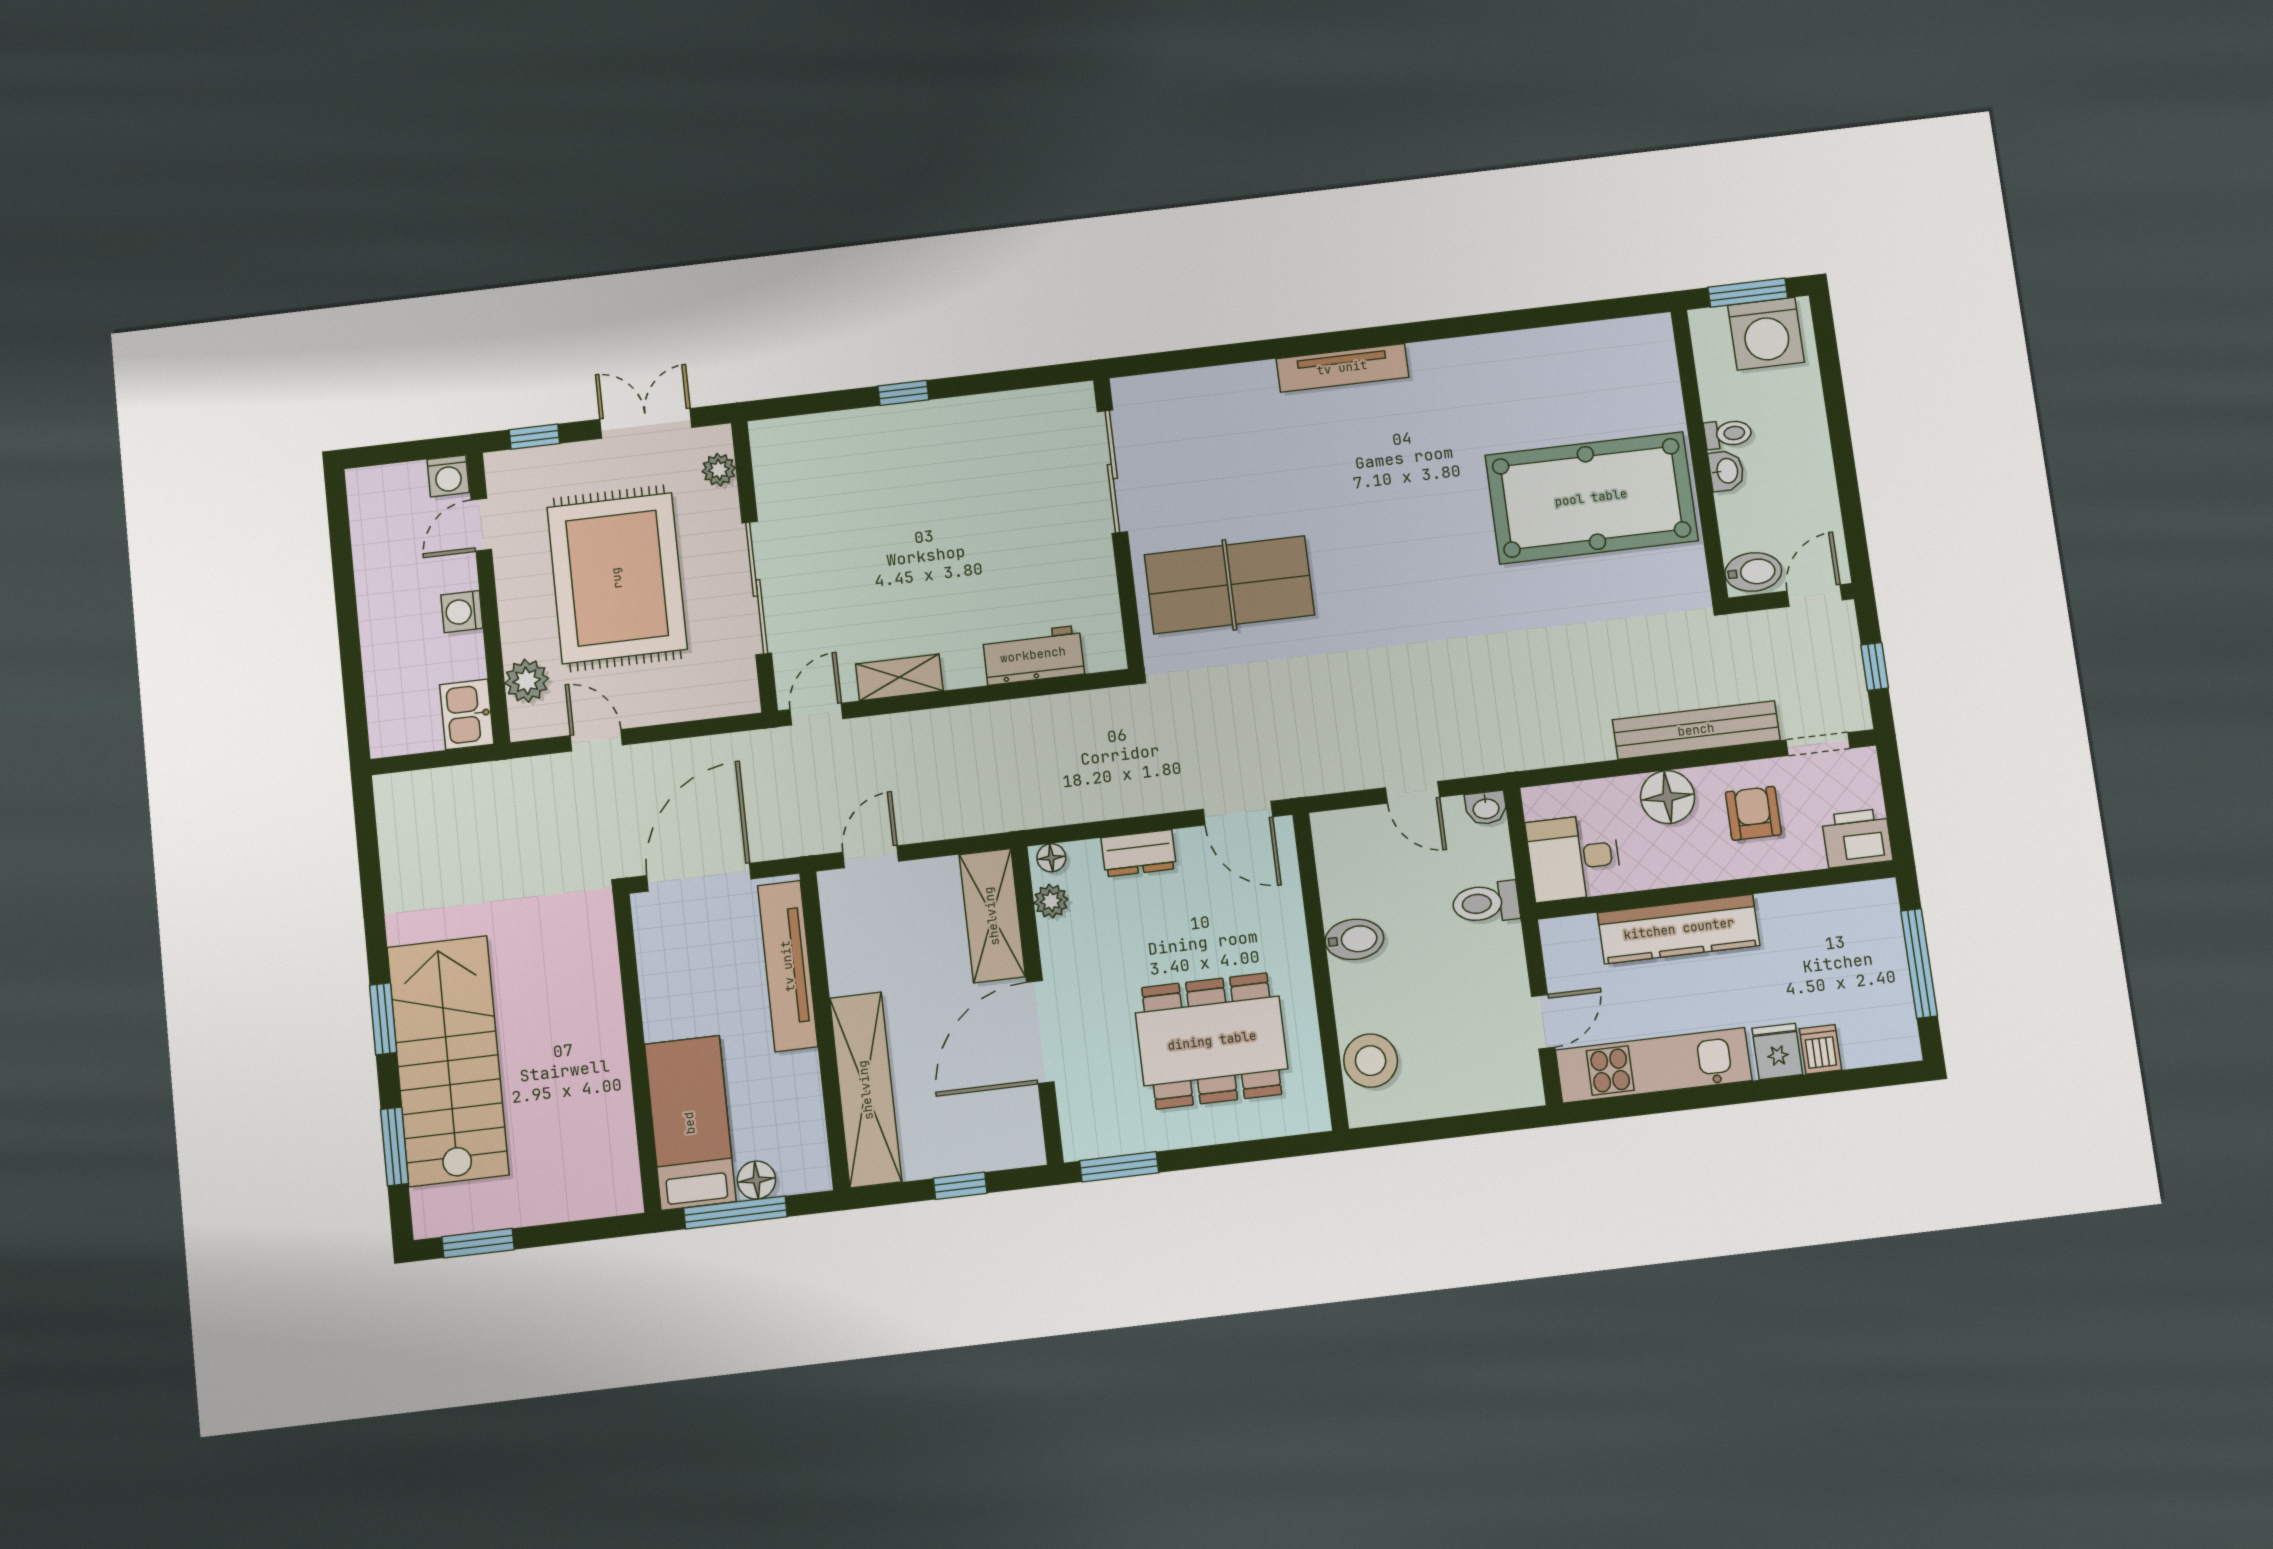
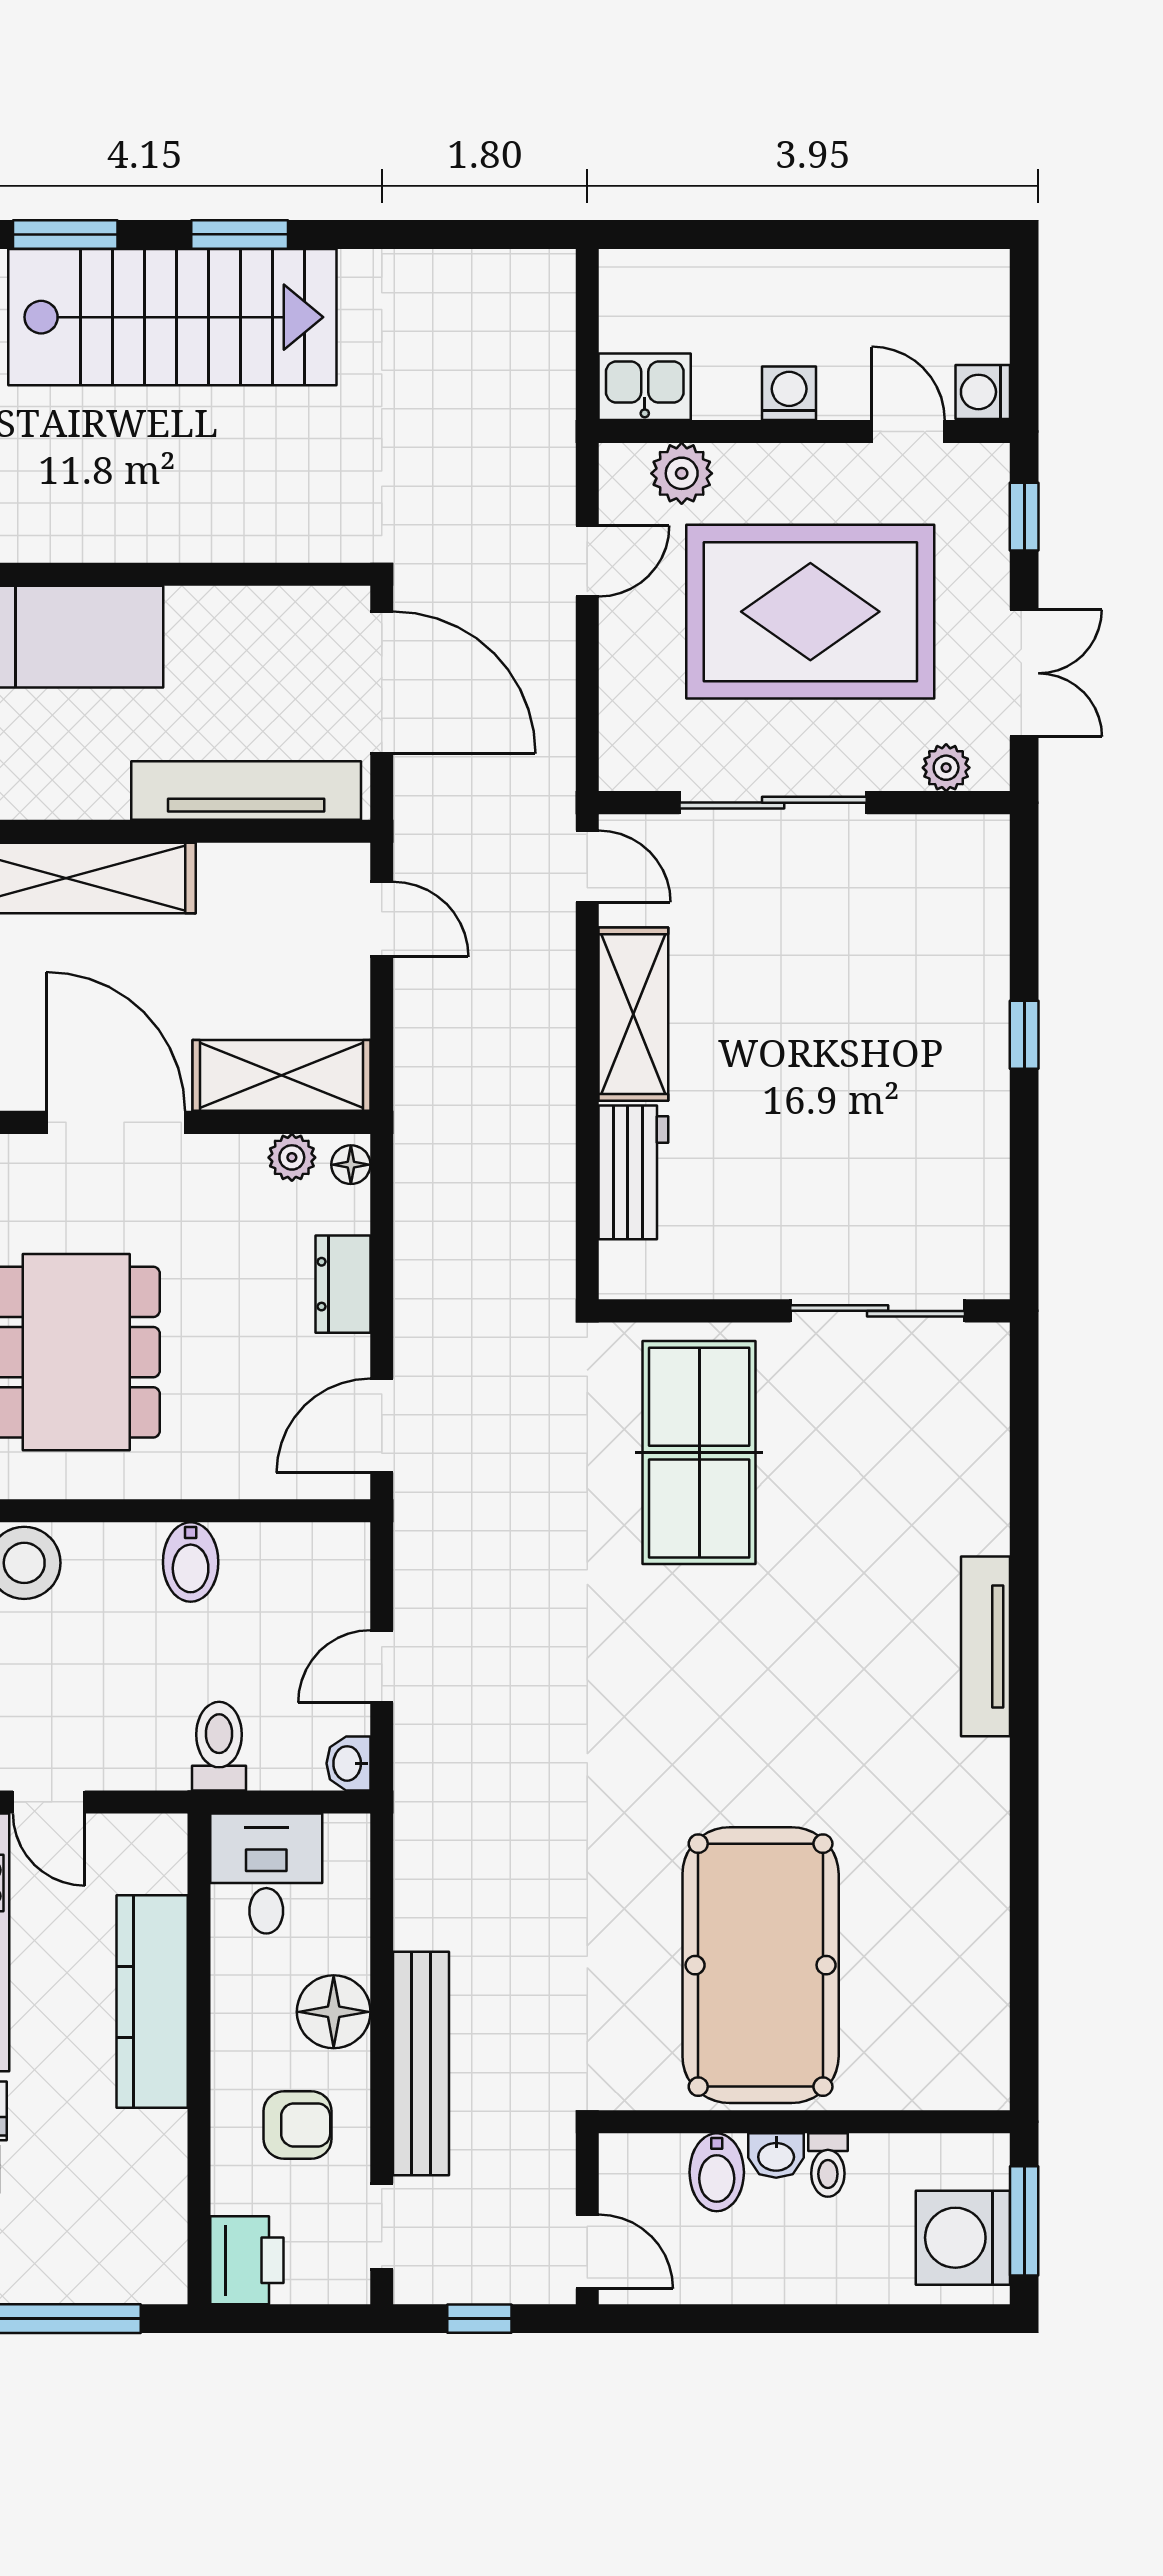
bidet: (1753, 572) -> (717, 2172), moved
shelving: (899, 677) -> (633, 1014), width x1.50, depth x1.33

